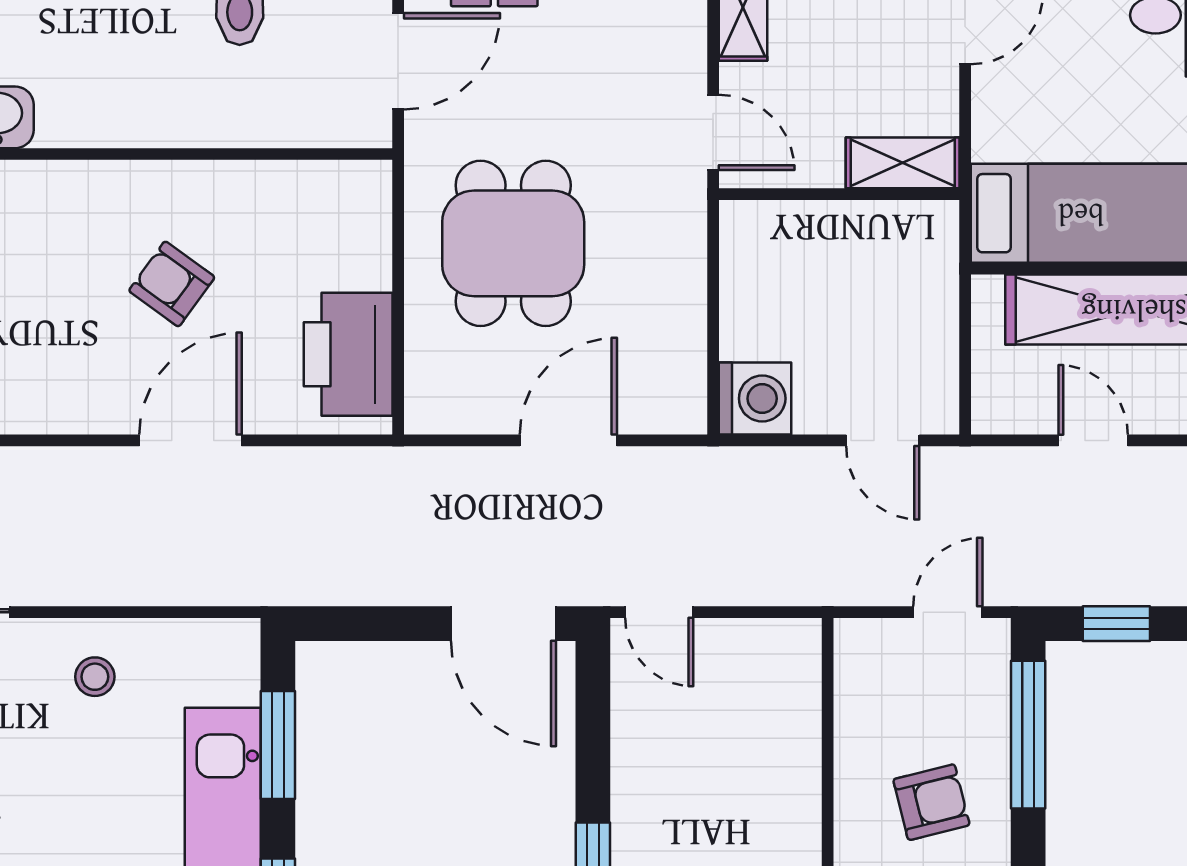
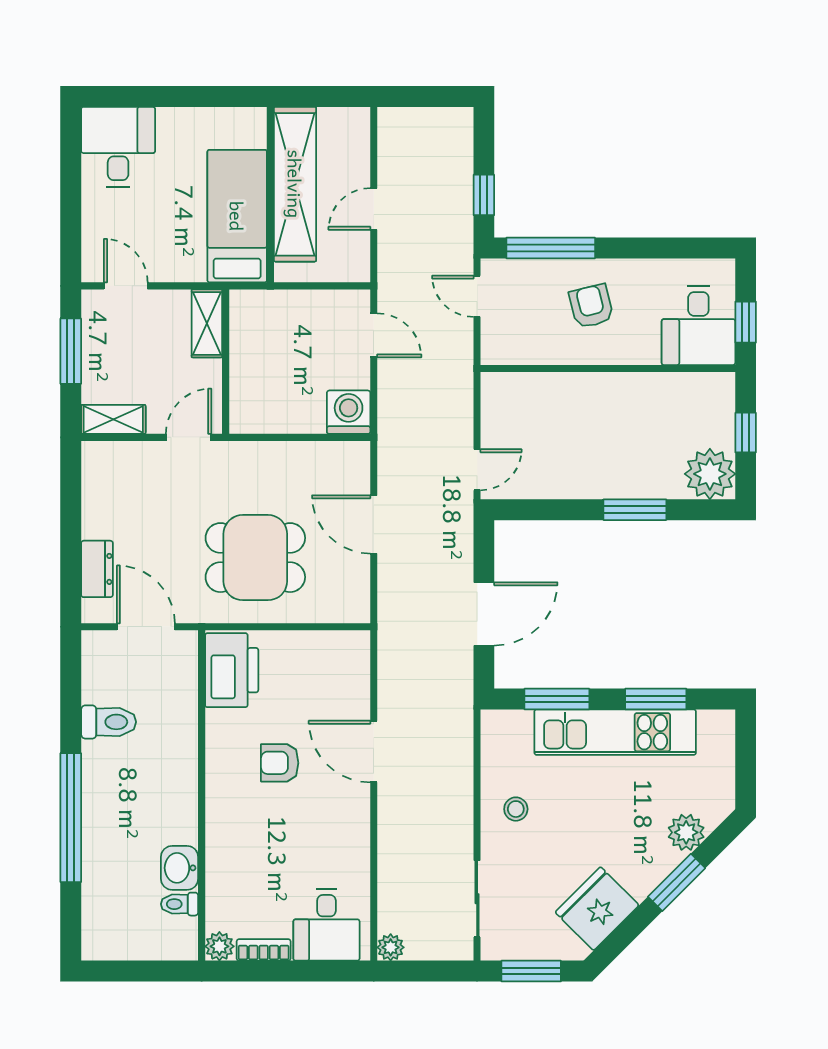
armchair: (172, 284) -> (280, 763), turned 54
printer: (348, 354) -> (232, 670), moved, turned -90
door: (883, 440) -> (374, 335), hinge flipped
door: (503, 624) -> (484, 614), moved

